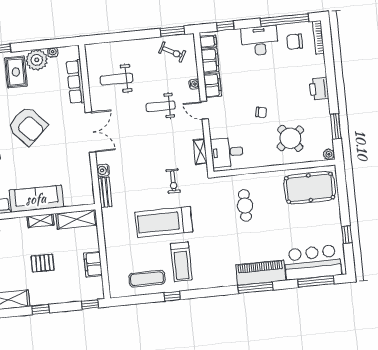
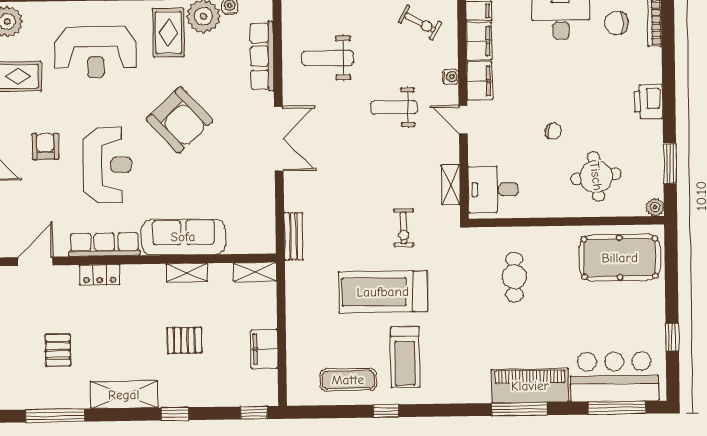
round table: (290, 138) -> (596, 176), turned 30
water cooler: (103, 170) -> (294, 201), removed
shelving: (77, 219) -> (255, 272), width x0.67, depth x0.75

